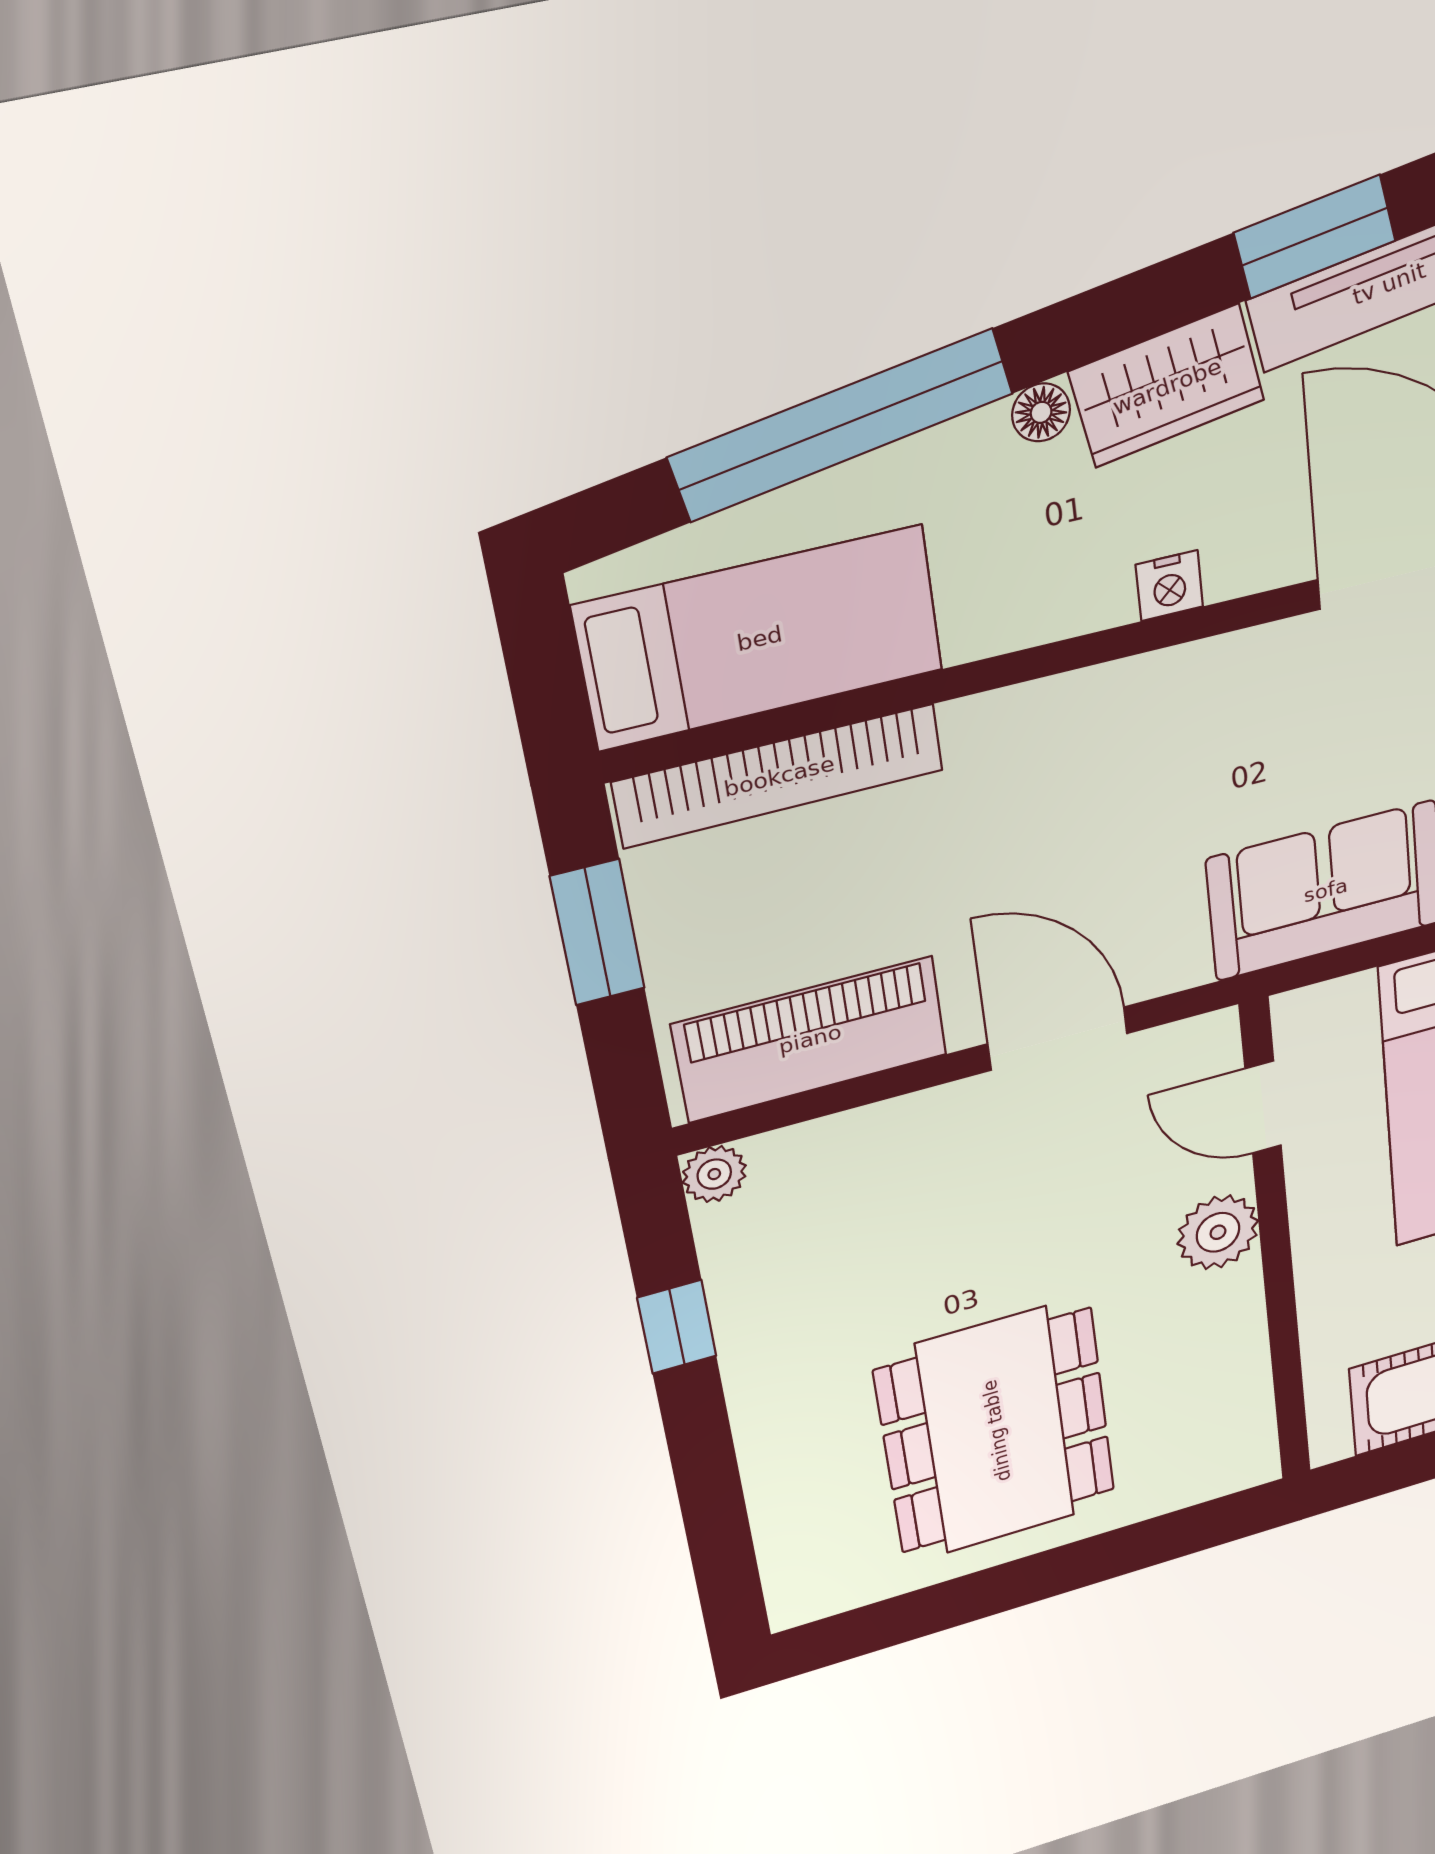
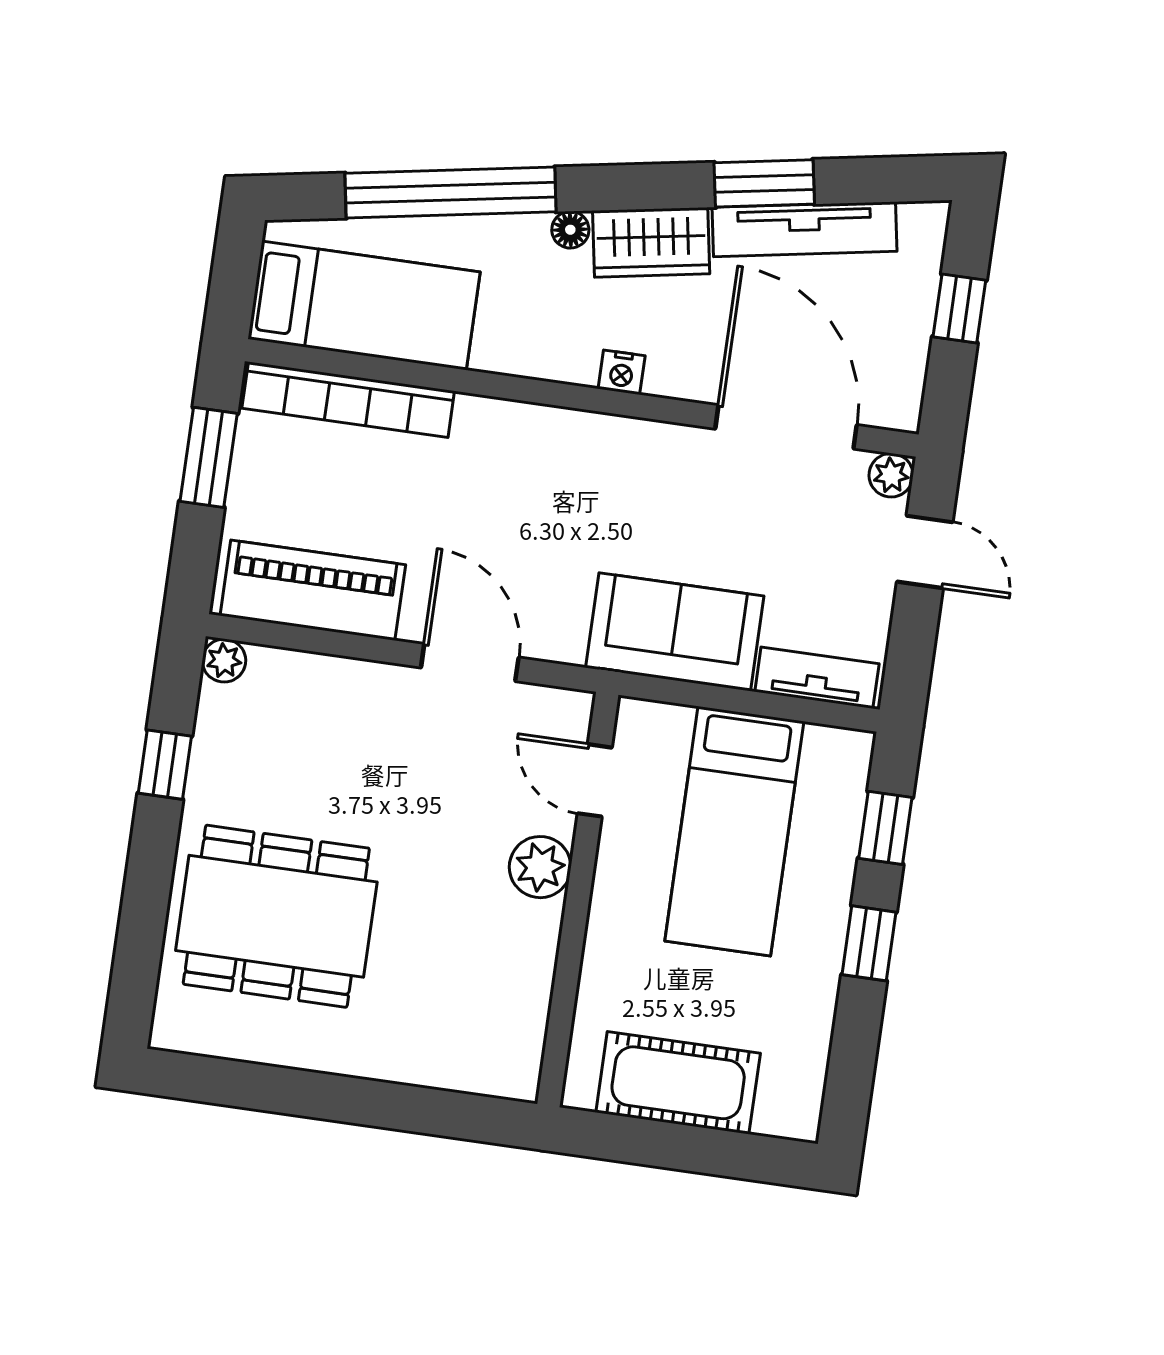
dining table: (996, 1431) -> (276, 916), moved, turned 90

